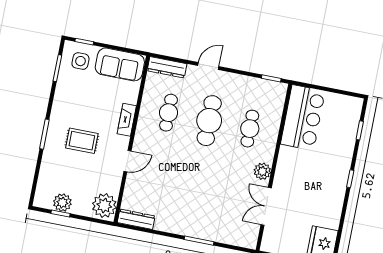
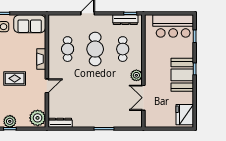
dresser: (167, 67) -> (125, 20), moved
bar counter: (303, 118) -> (173, 26), moved, turned 90
booth: (330, 184) -> (182, 75), added

